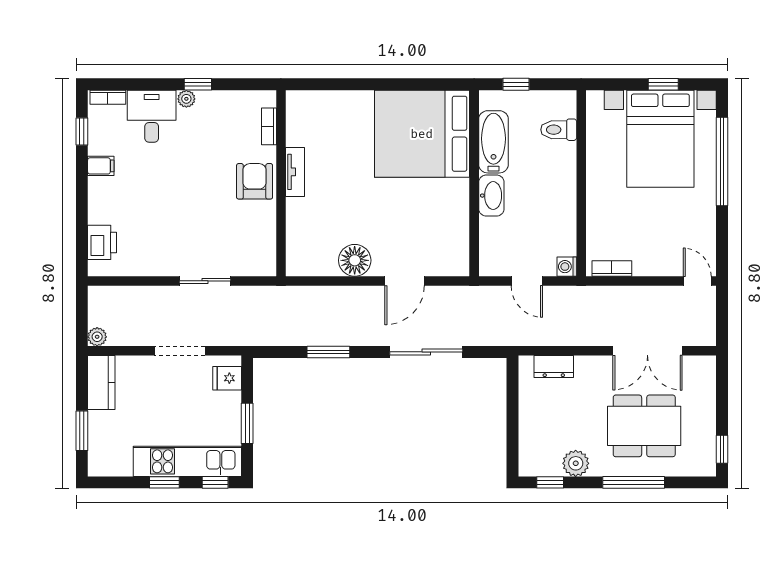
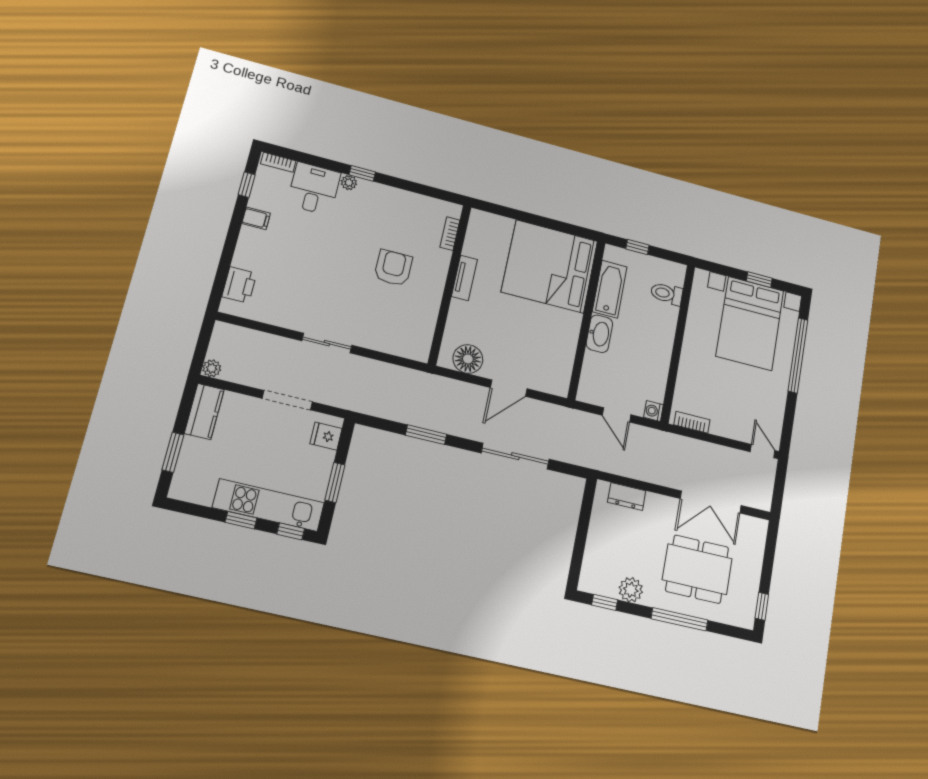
bookcase: (269, 126) -> (450, 234), moved
tv unit: (295, 172) -> (464, 278), moved
wall: (281, 183) -> (450, 284), moved

